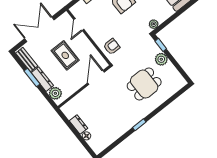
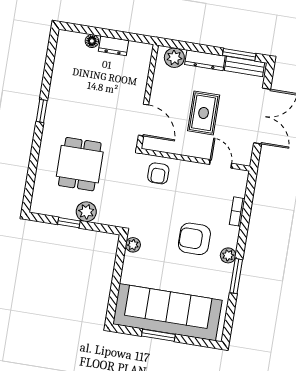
window: (161, 45) -> (69, 223), moved
rug: (65, 55) -> (204, 113), turned 90
window: (32, 77) -> (239, 55), moved

